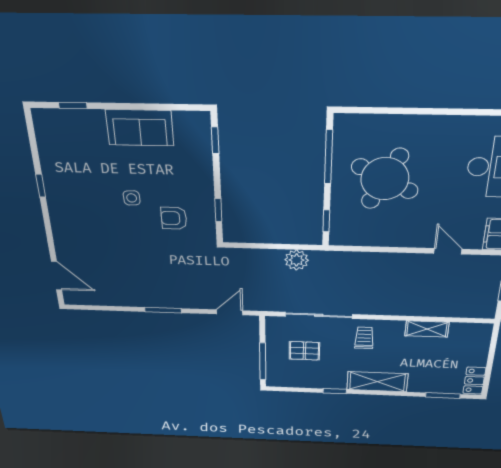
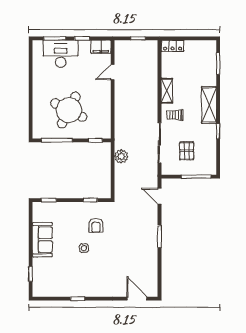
door: (57, 276) -> (137, 299), hinge flipped
shelving: (427, 329) -> (167, 91), moved
locker: (474, 381) -> (173, 46), moved

